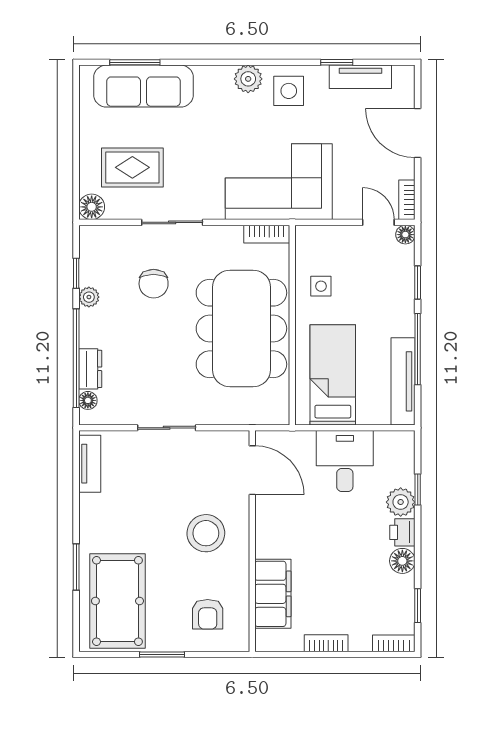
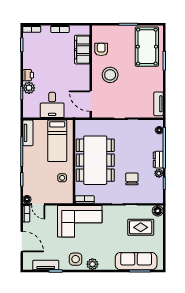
dresser: (90, 369) -> (158, 160), moved
tv unit: (403, 381) -> (28, 133), width x0.71
floor lamp: (402, 561) -> (28, 63), removed
armchair: (208, 614) -> (101, 49), moved

